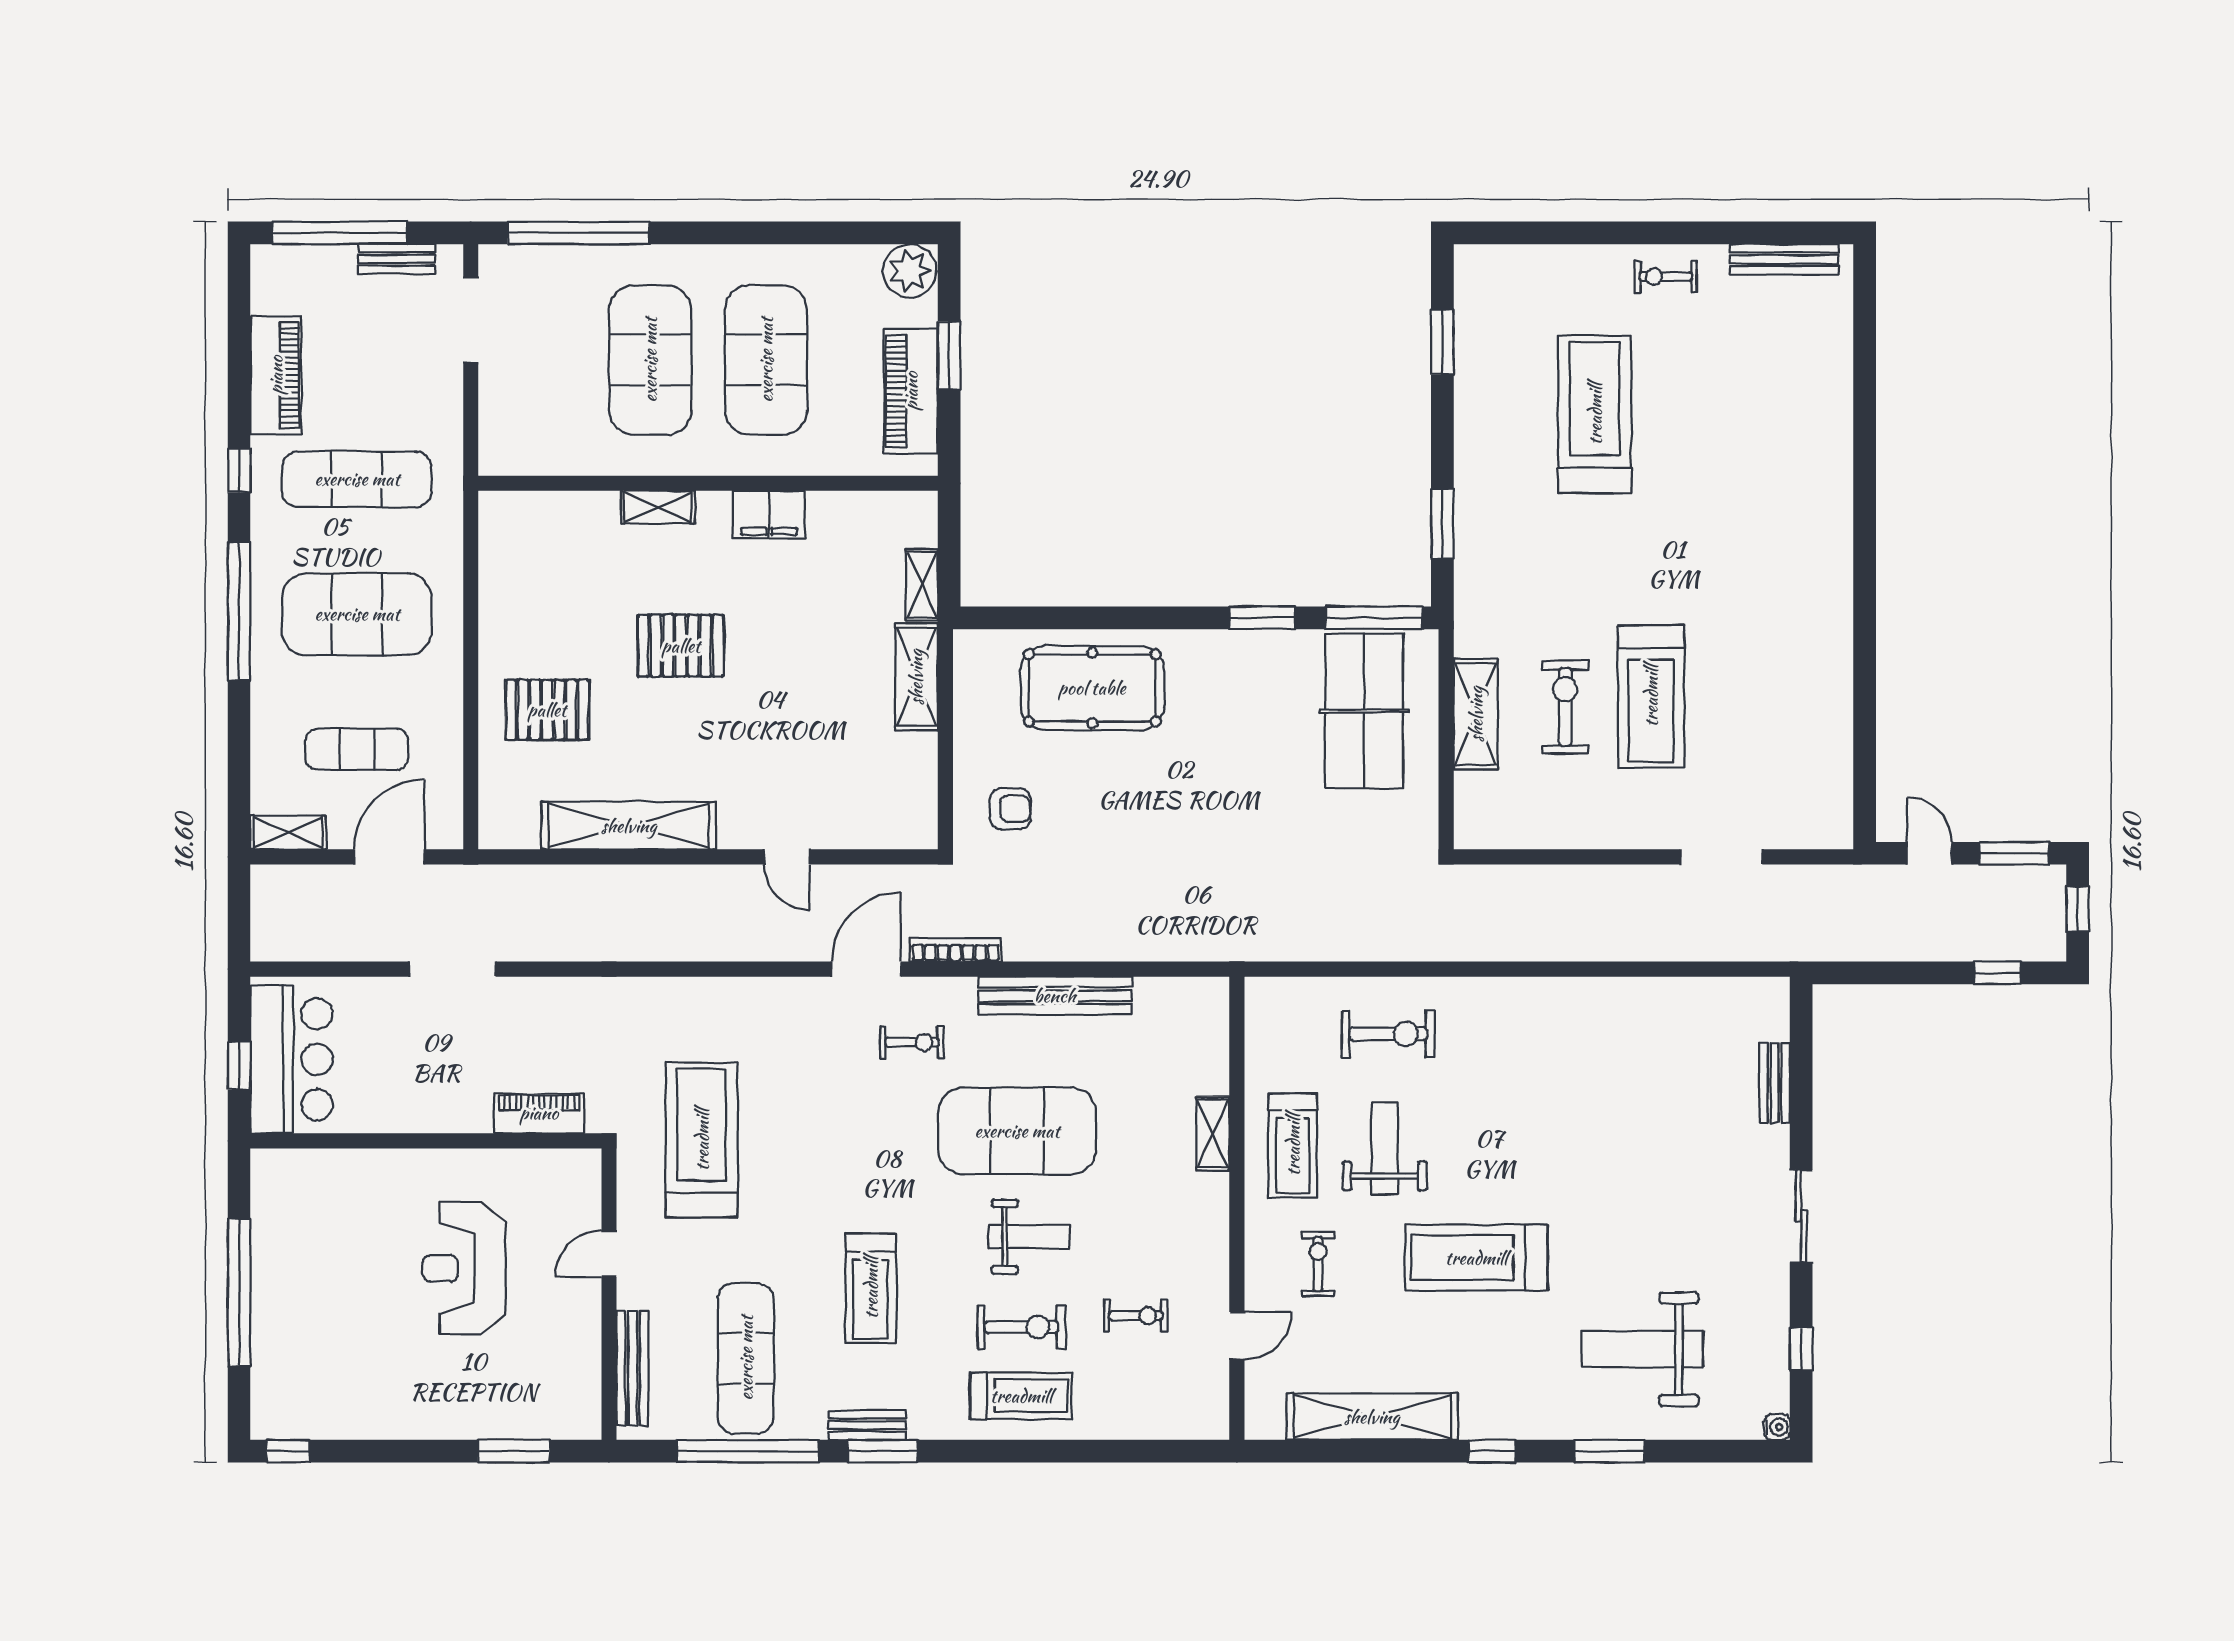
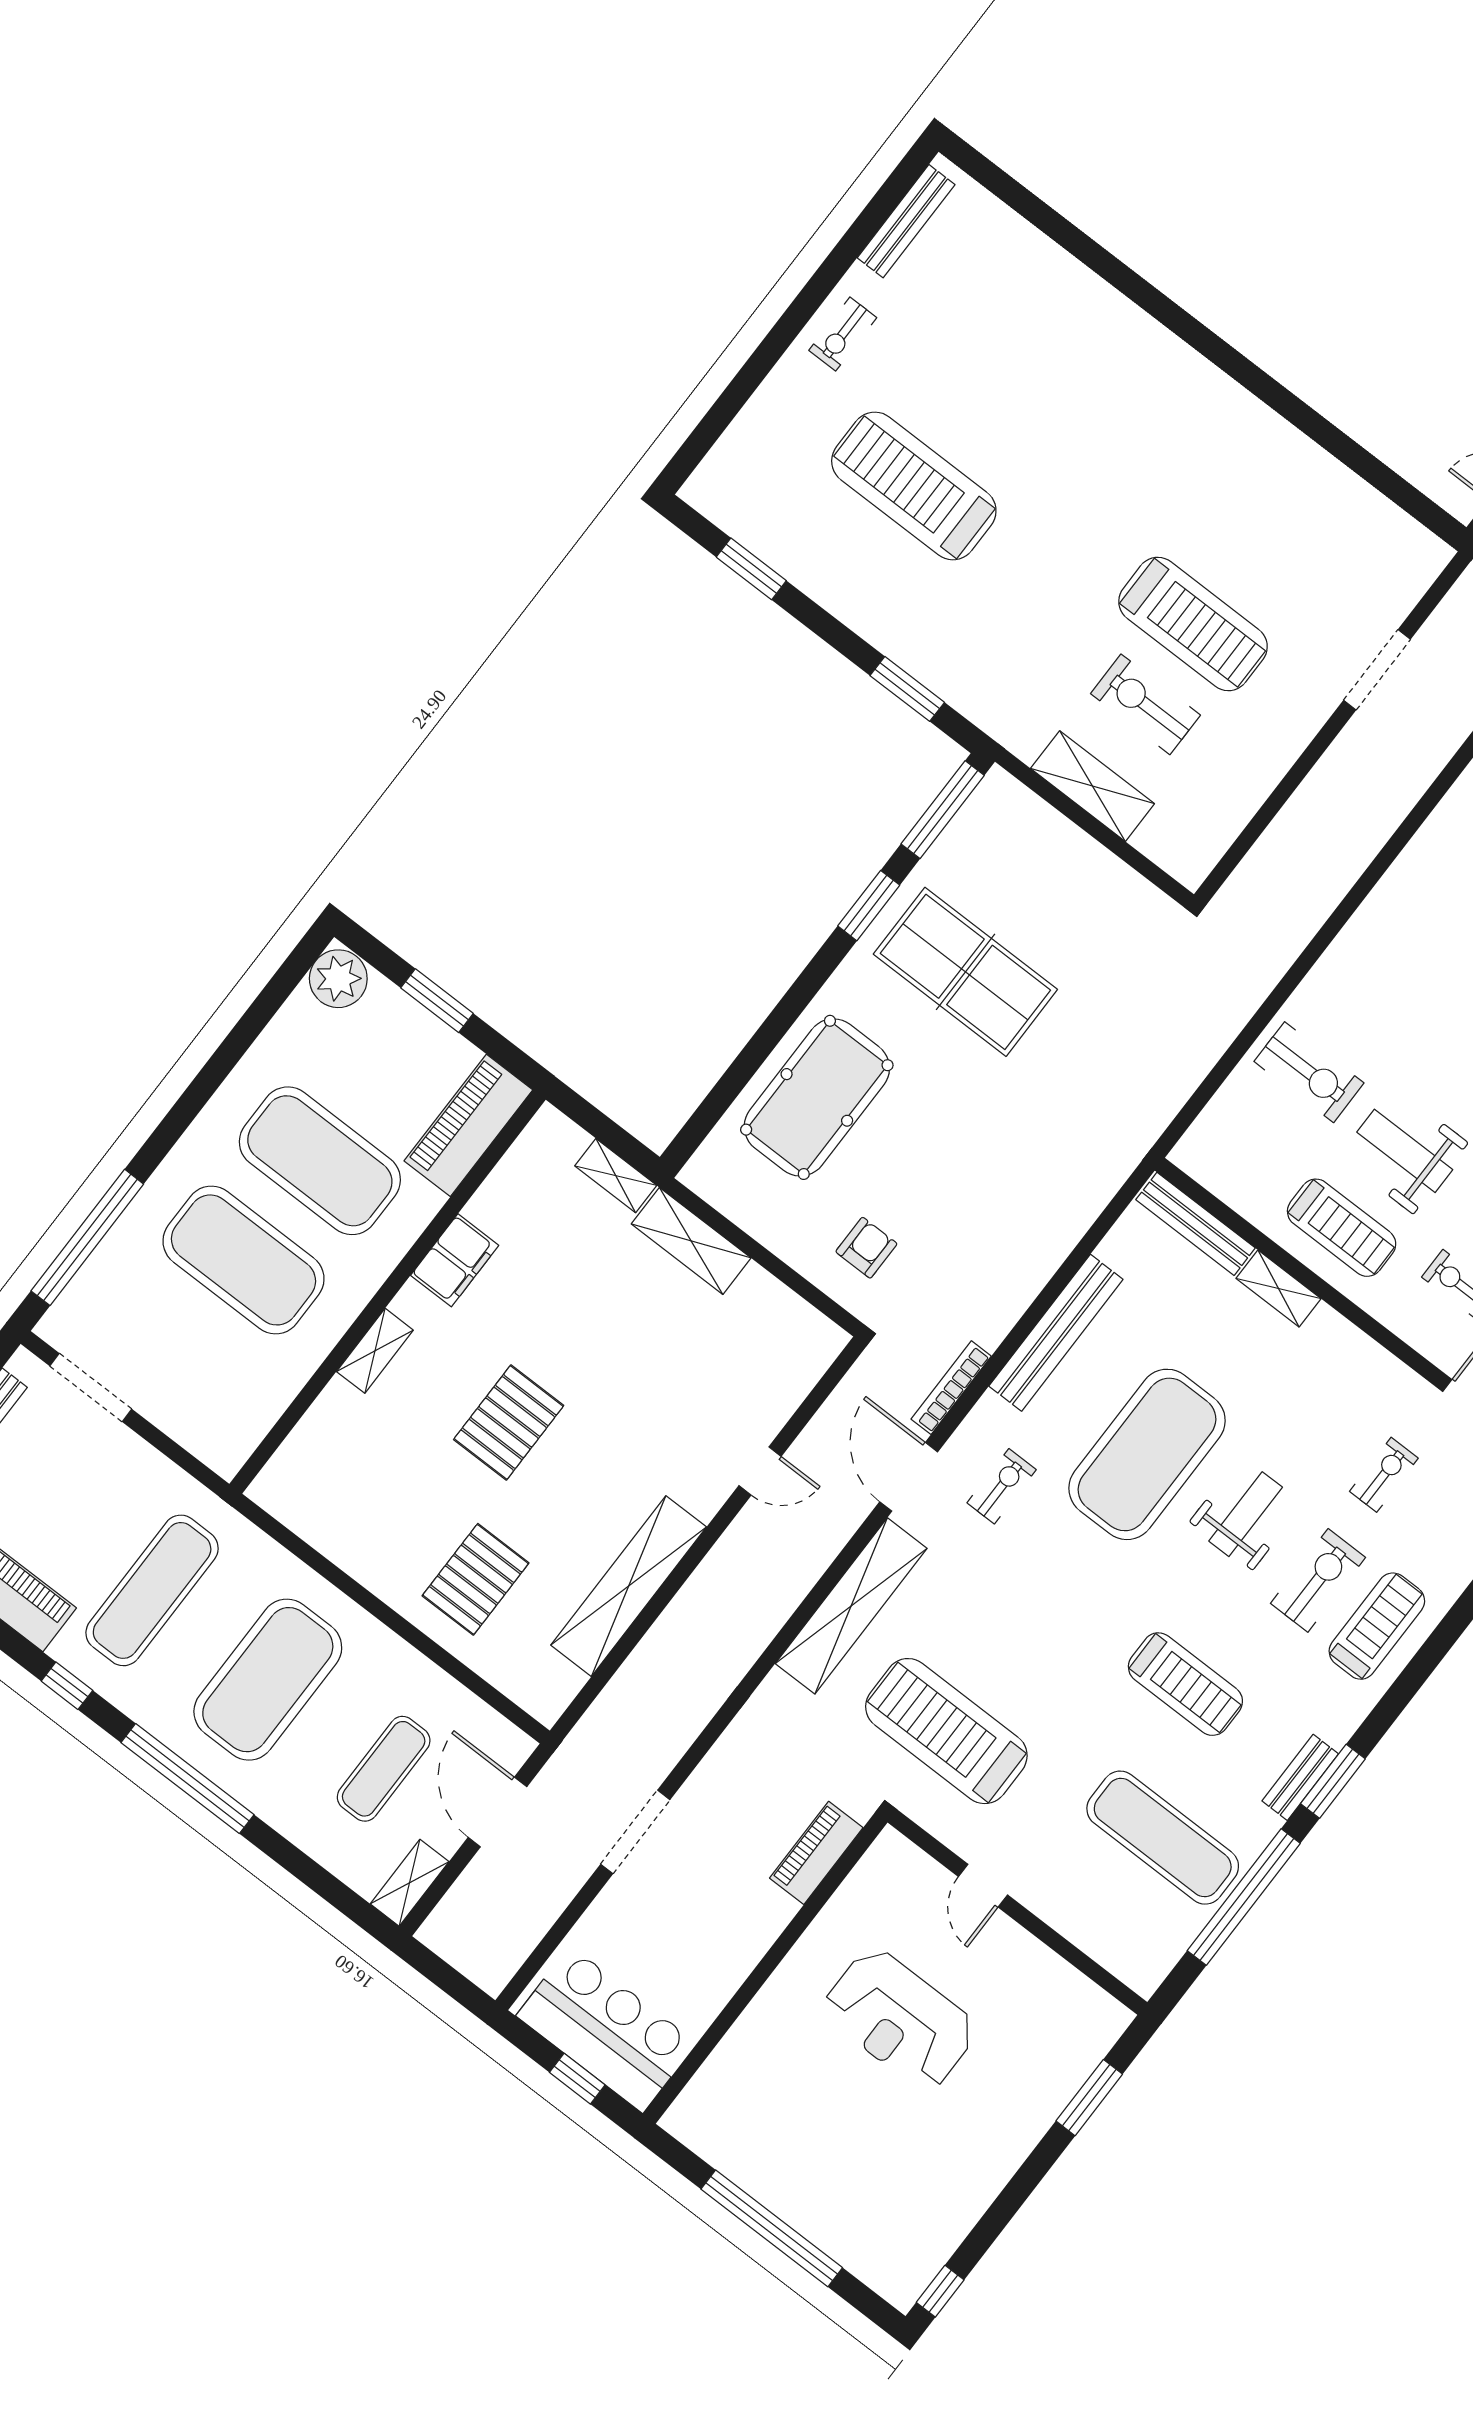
piano: (911, 391) -> (468, 1125), moved, turned 90
table tennis table: (1364, 711) -> (965, 972), moved
shelving: (740, 1000) -> (851, 1606), added
exercise bike: (1388, 1034) -> (1309, 1072), turned 90
bench: (633, 1368) -> (1196, 1224), moved

